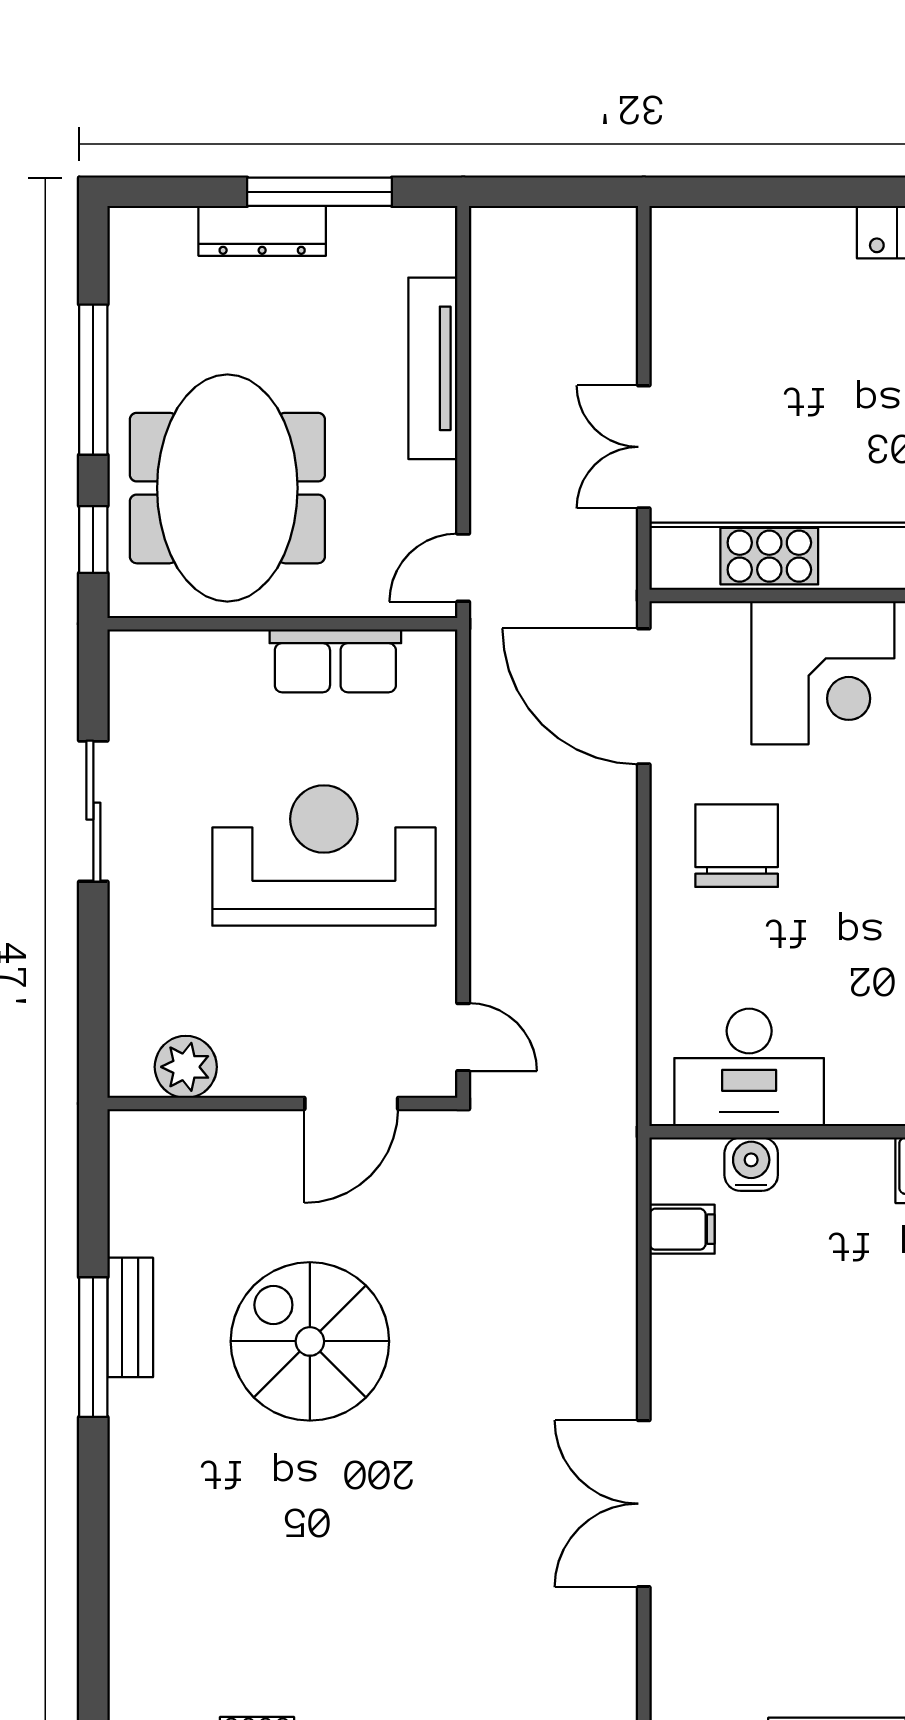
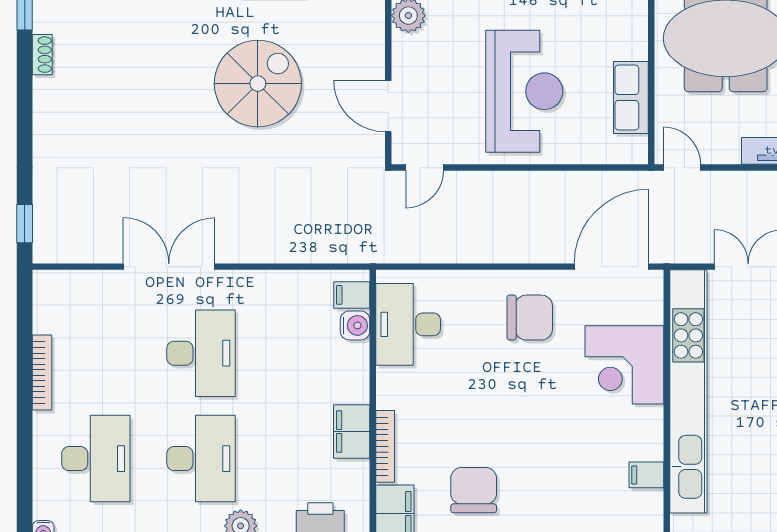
filing cabinet: (682, 1229) -> (352, 295), moved, turned 90
desk: (802, 1445) -> (201, 353), added

